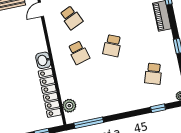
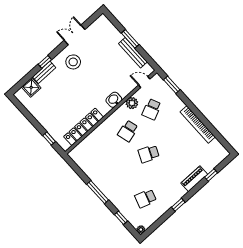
washbasin: (43, 60) -> (114, 100), moved
plant: (69, 106) -> (132, 103), moved
window: (89, 123) -> (98, 192), moved

